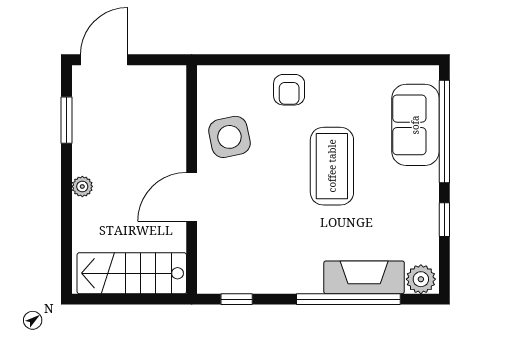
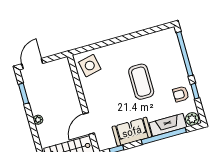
armchair: (289, 90) -> (181, 94), moved, turned 90
sofa: (415, 125) -> (132, 132), moved, turned 90
side table: (229, 137) -> (90, 66), moved
door: (192, 197) -> (89, 123), moved

